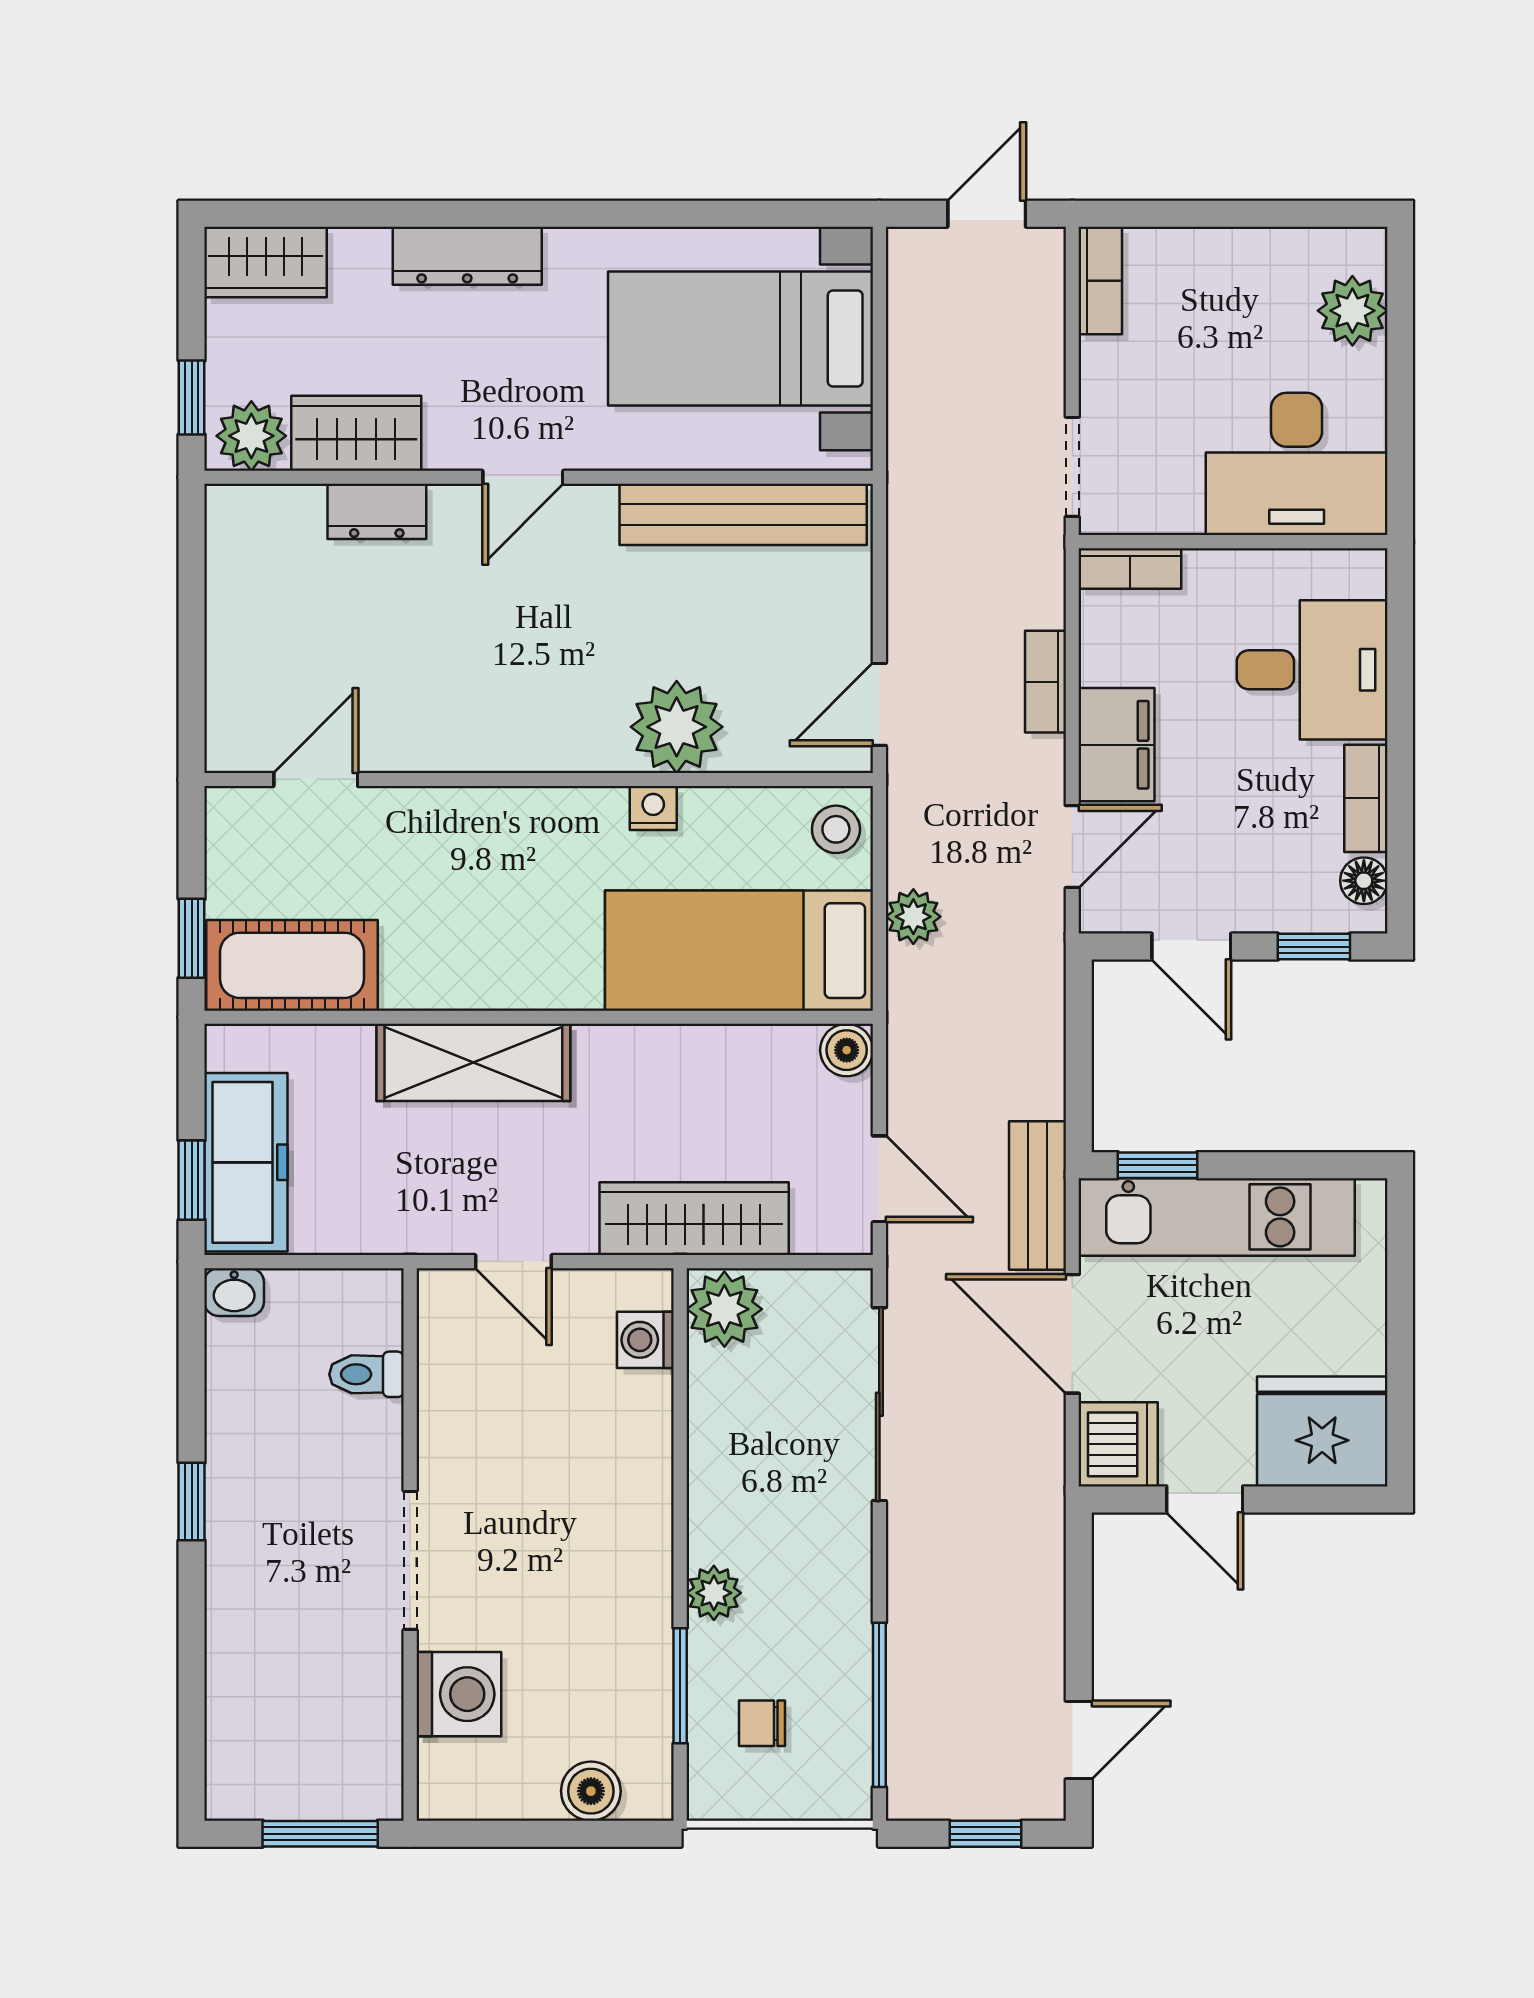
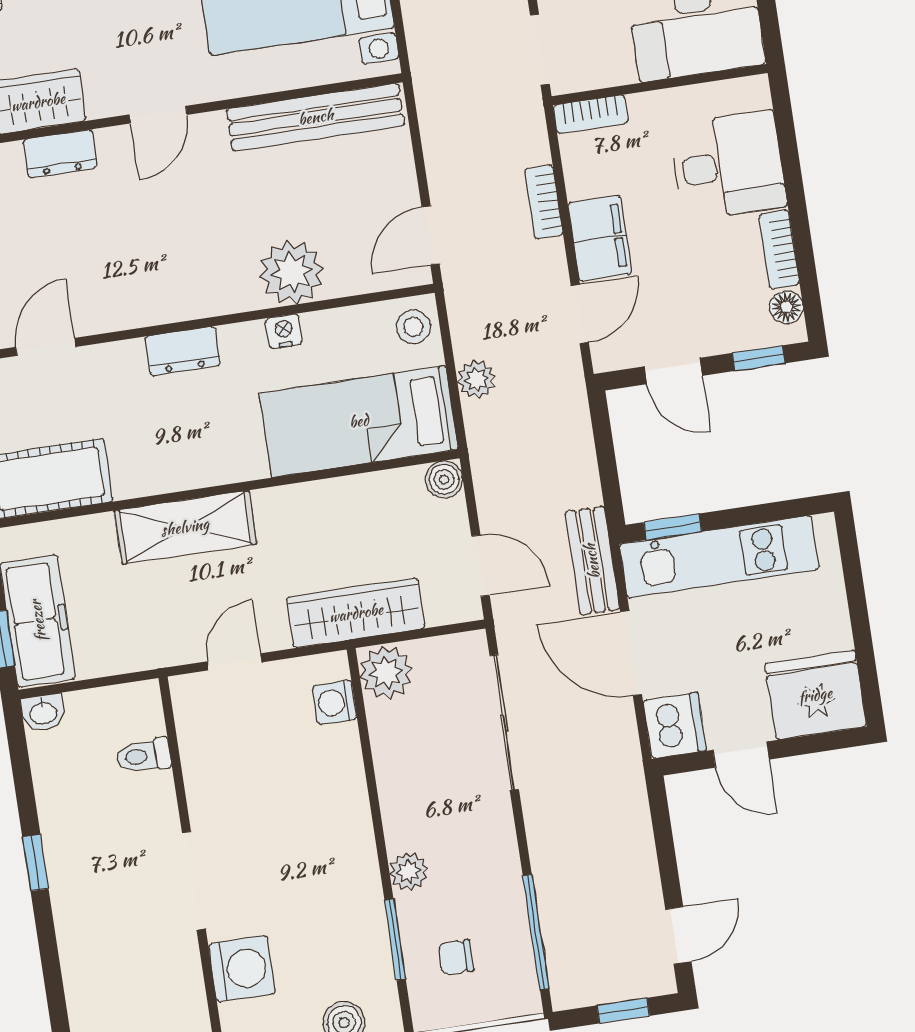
dresser: (507, 814) -> (183, 351), added
door: (513, 1262) -> (234, 662), swing flipped

